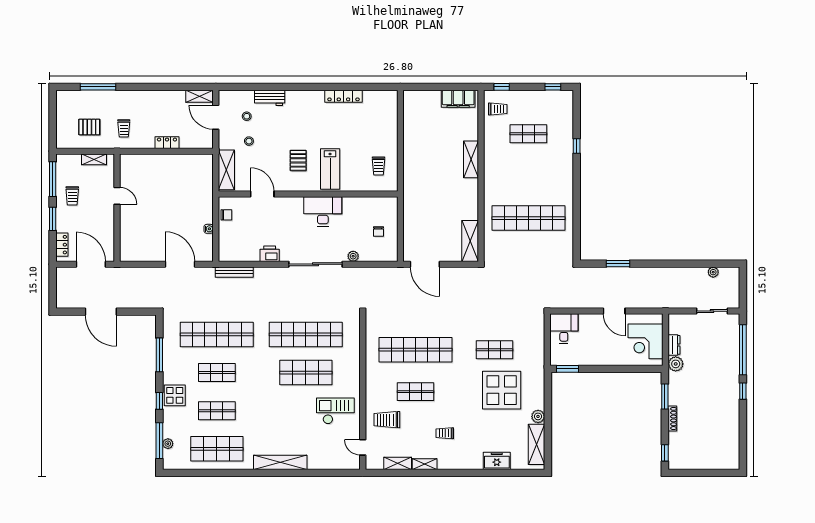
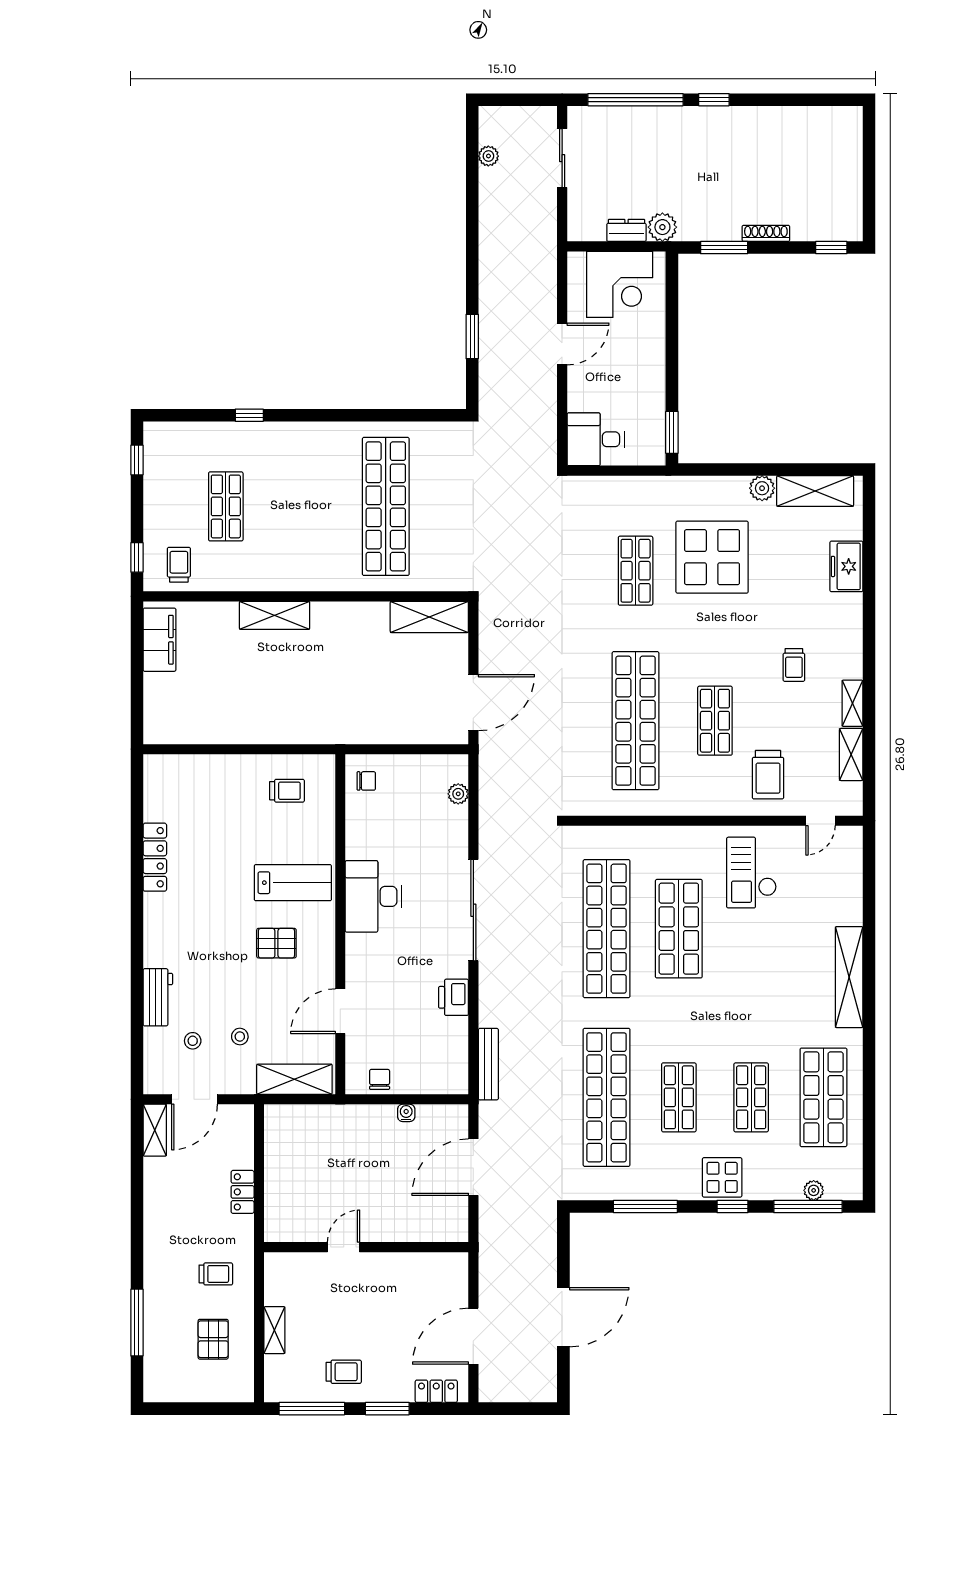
door: (117, 196) -> (344, 1247), moved
wall: (117, 208) -> (366, 1247), moved
chair: (378, 231) -> (366, 781), moved
plant: (353, 256) -> (458, 794), moved

